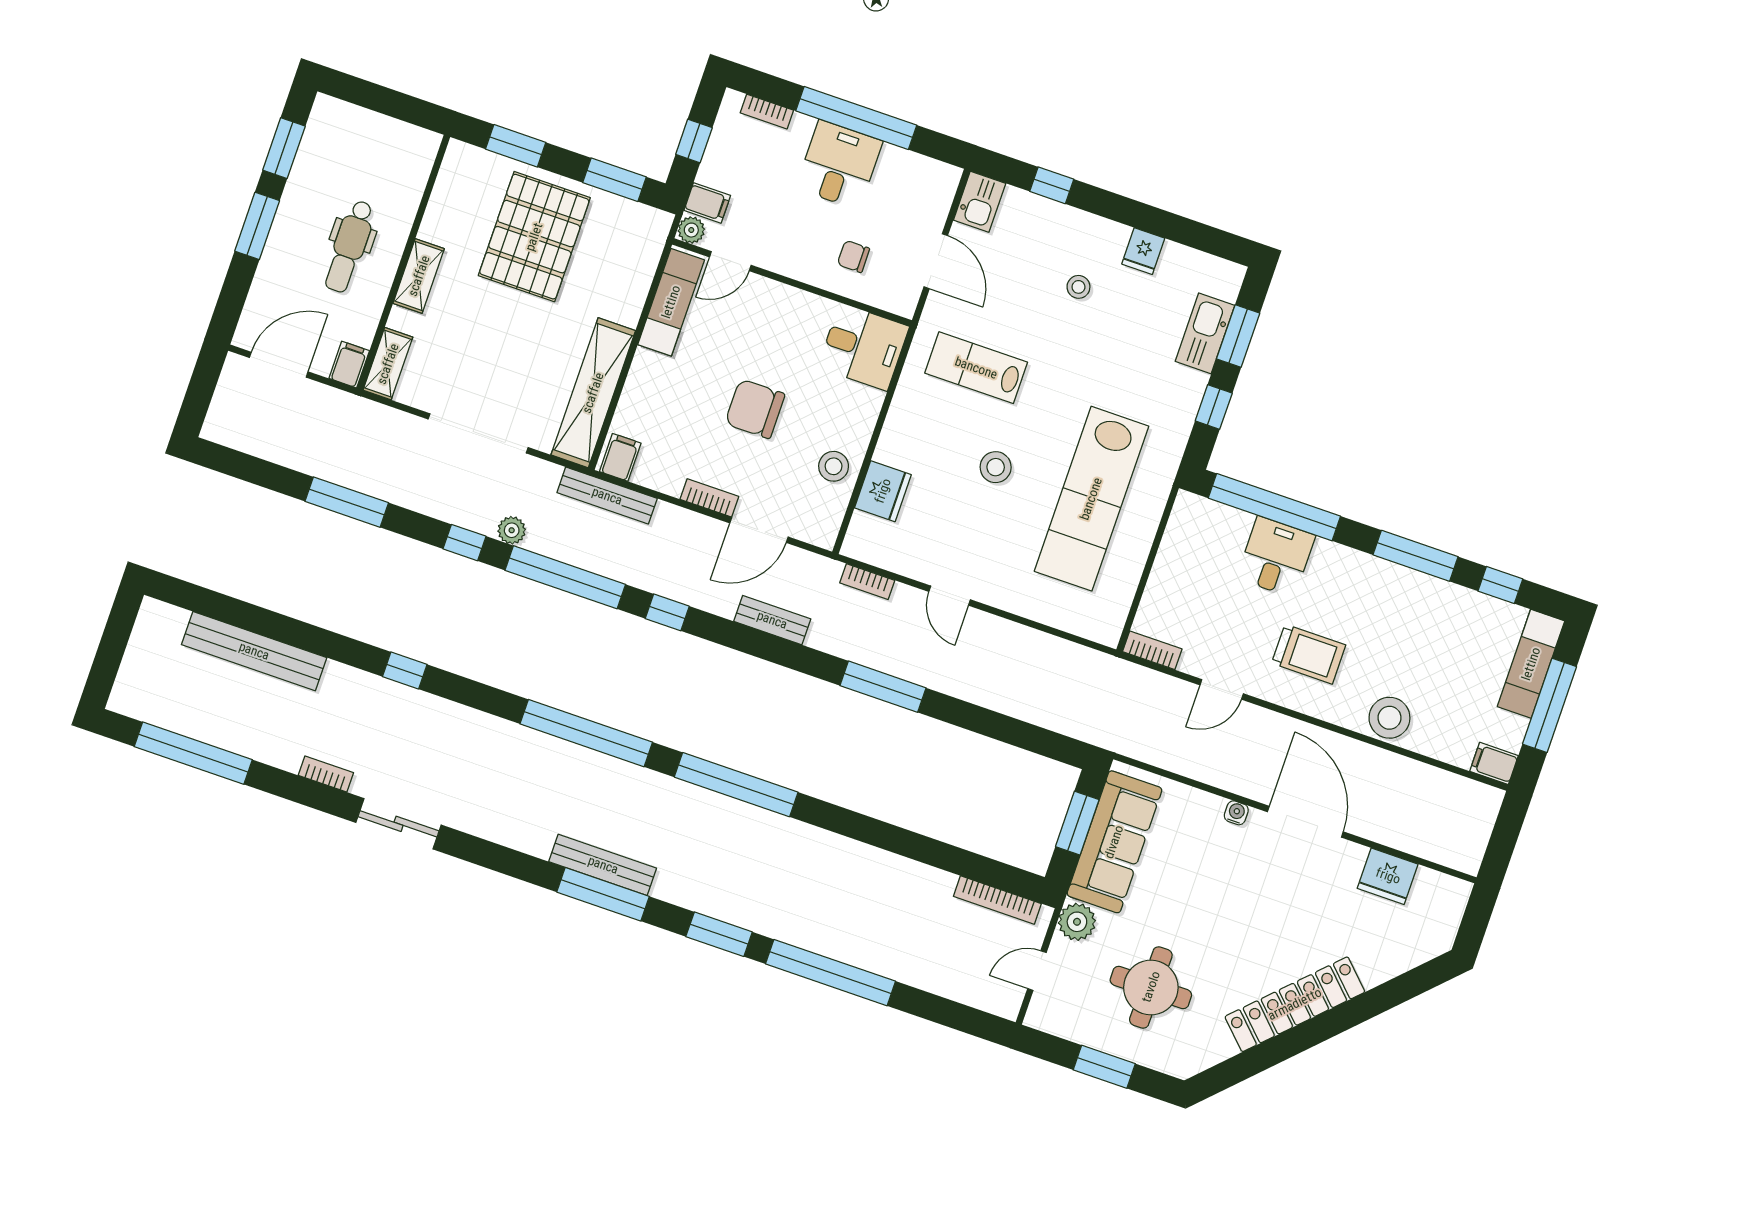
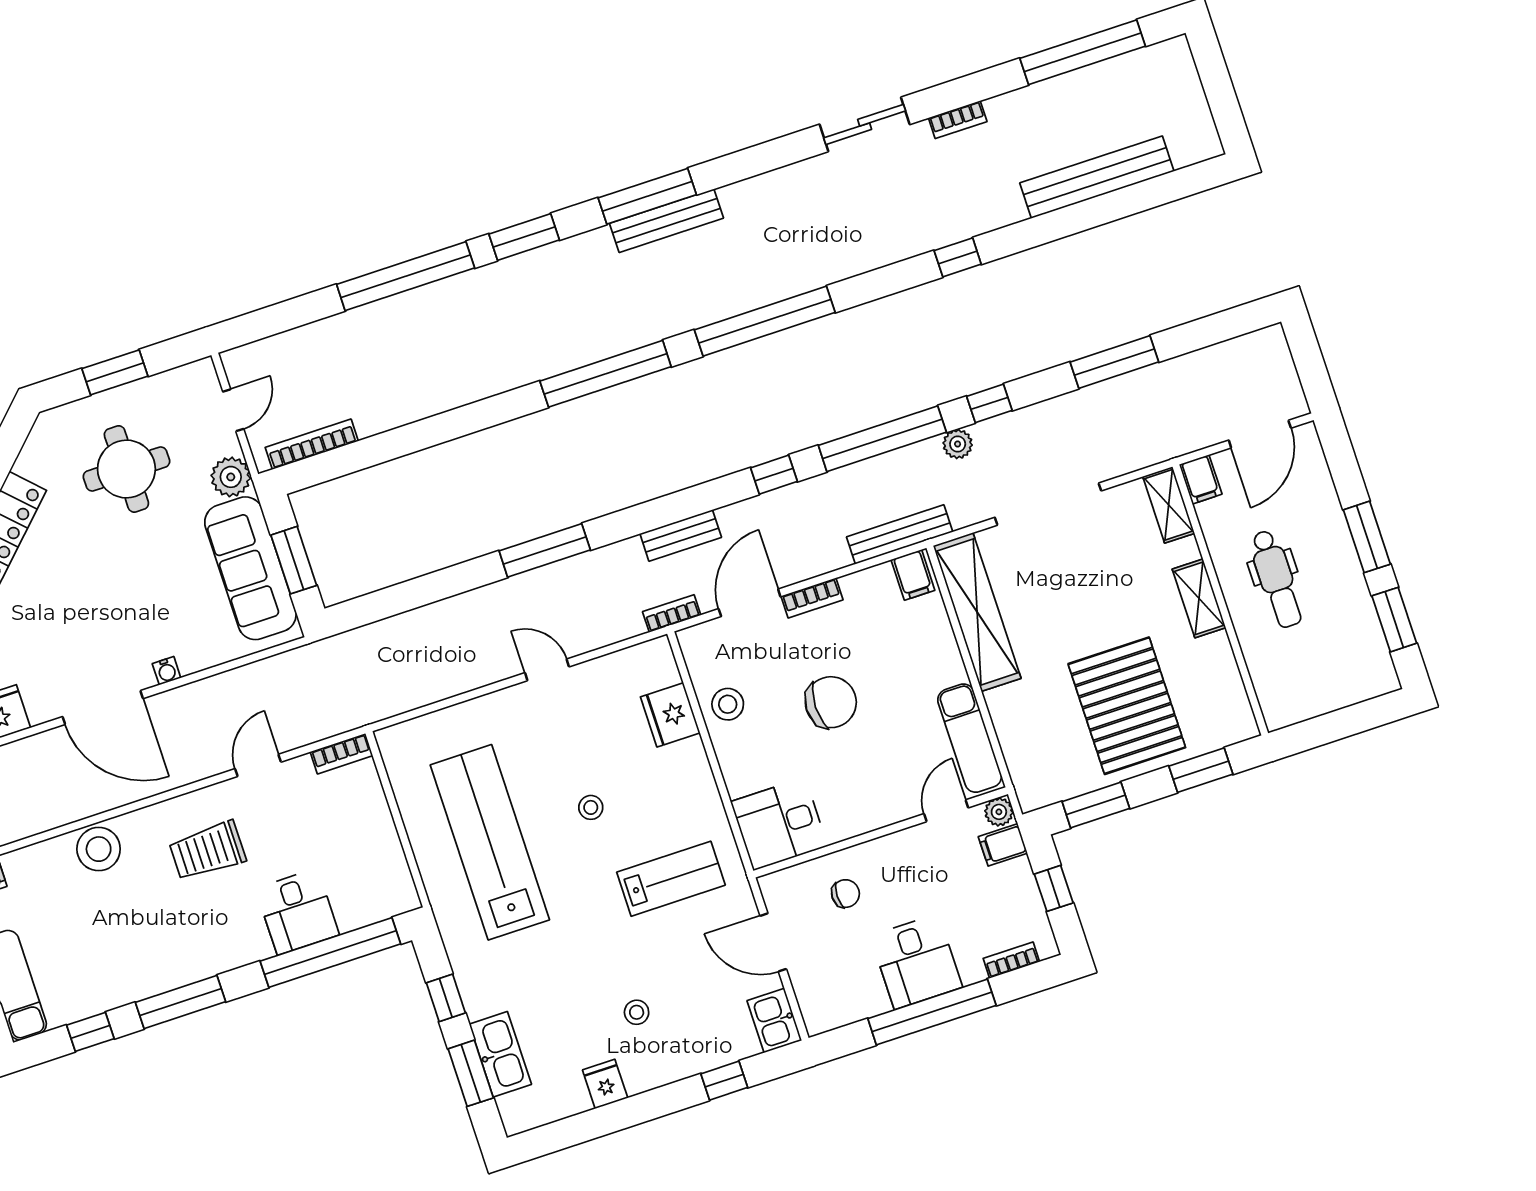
dental chair: (349, 246) -> (1276, 579), turned 180
stool: (996, 467) -> (591, 807), width x0.73, depth x0.73
bookcase: (867, 582) -> (672, 613), moved

